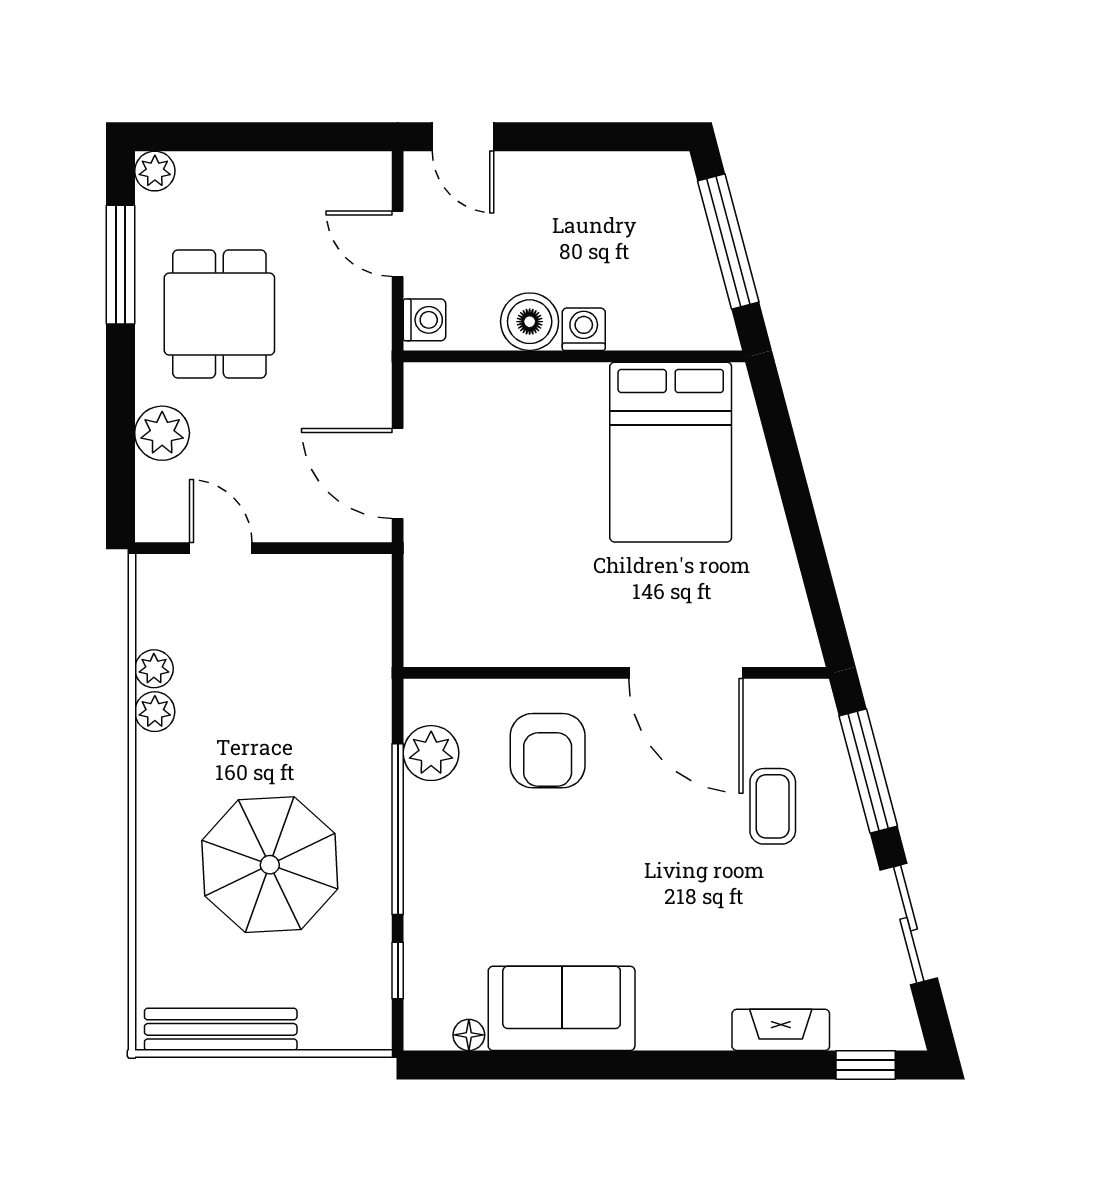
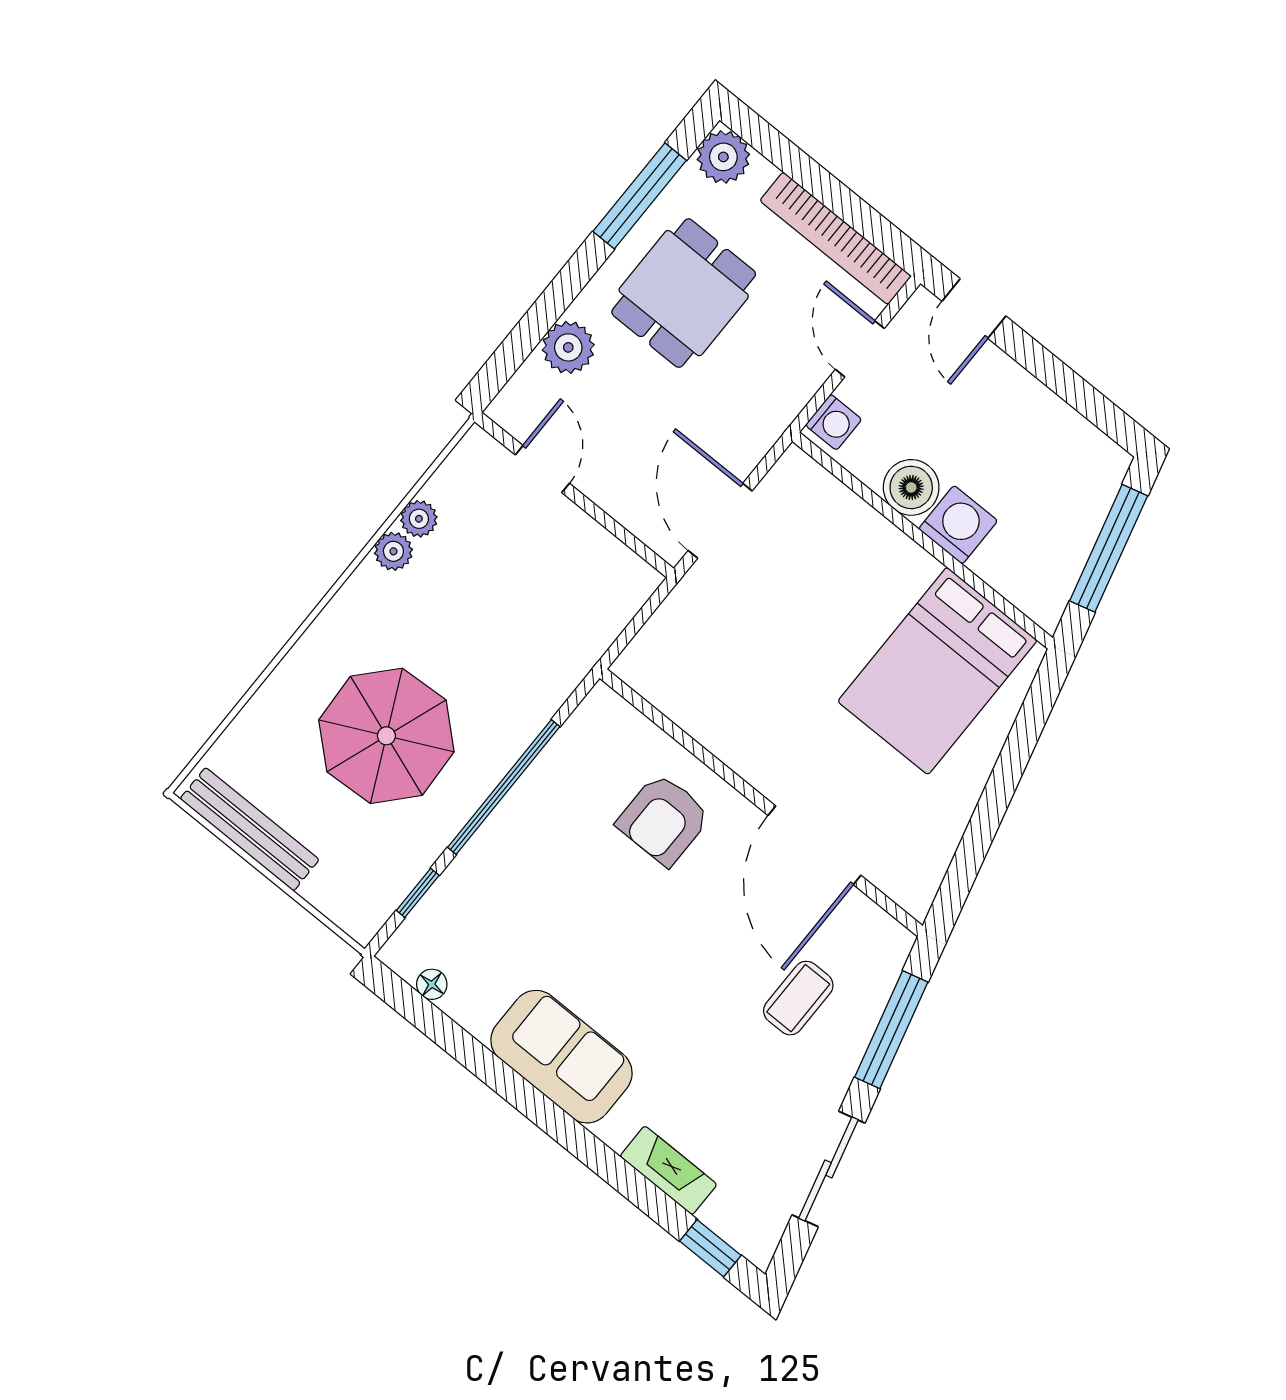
plant: (155, 171) -> (723, 157), width x1.38, depth x1.38
bookcase: (306, 171) -> (836, 238), added
washing machine: (584, 329) -> (958, 525), width x1.38, depth x1.38
plant: (431, 753) -> (575, 750), removed
sofa: (562, 1008) -> (562, 1057), moved

